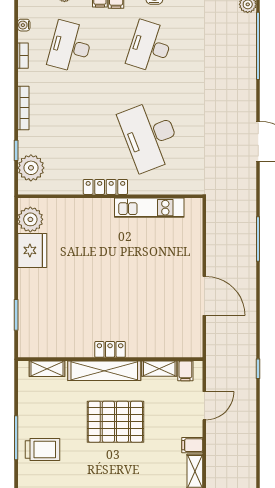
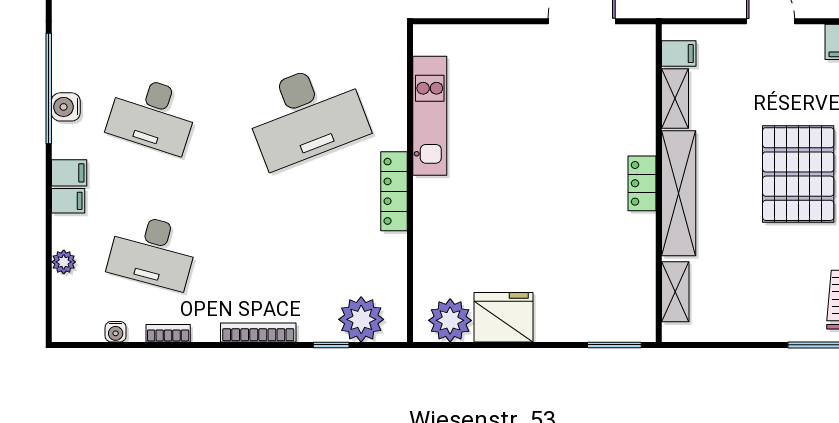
locker: (110, 349) -> (642, 183), moved
wall: (110, 359) -> (659, 183), moved
shelving: (47, 369) -> (675, 292), moved
shelving: (159, 369) -> (675, 99), moved
shelving: (104, 371) -> (679, 193), moved
filing cabinet: (185, 371) -> (679, 54), moved

